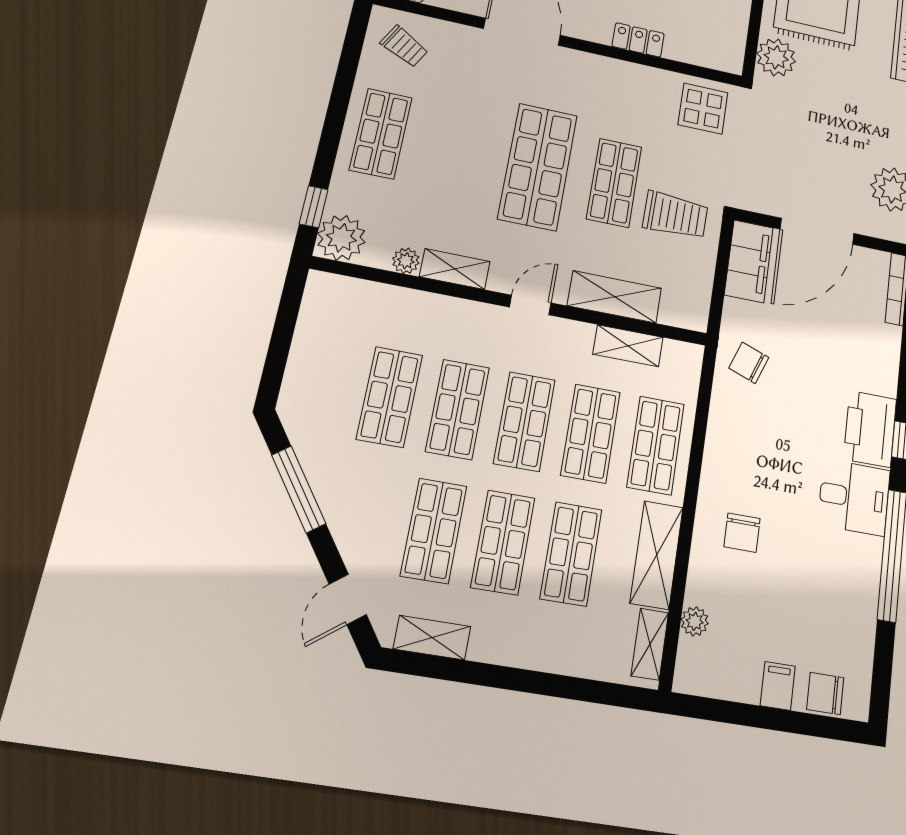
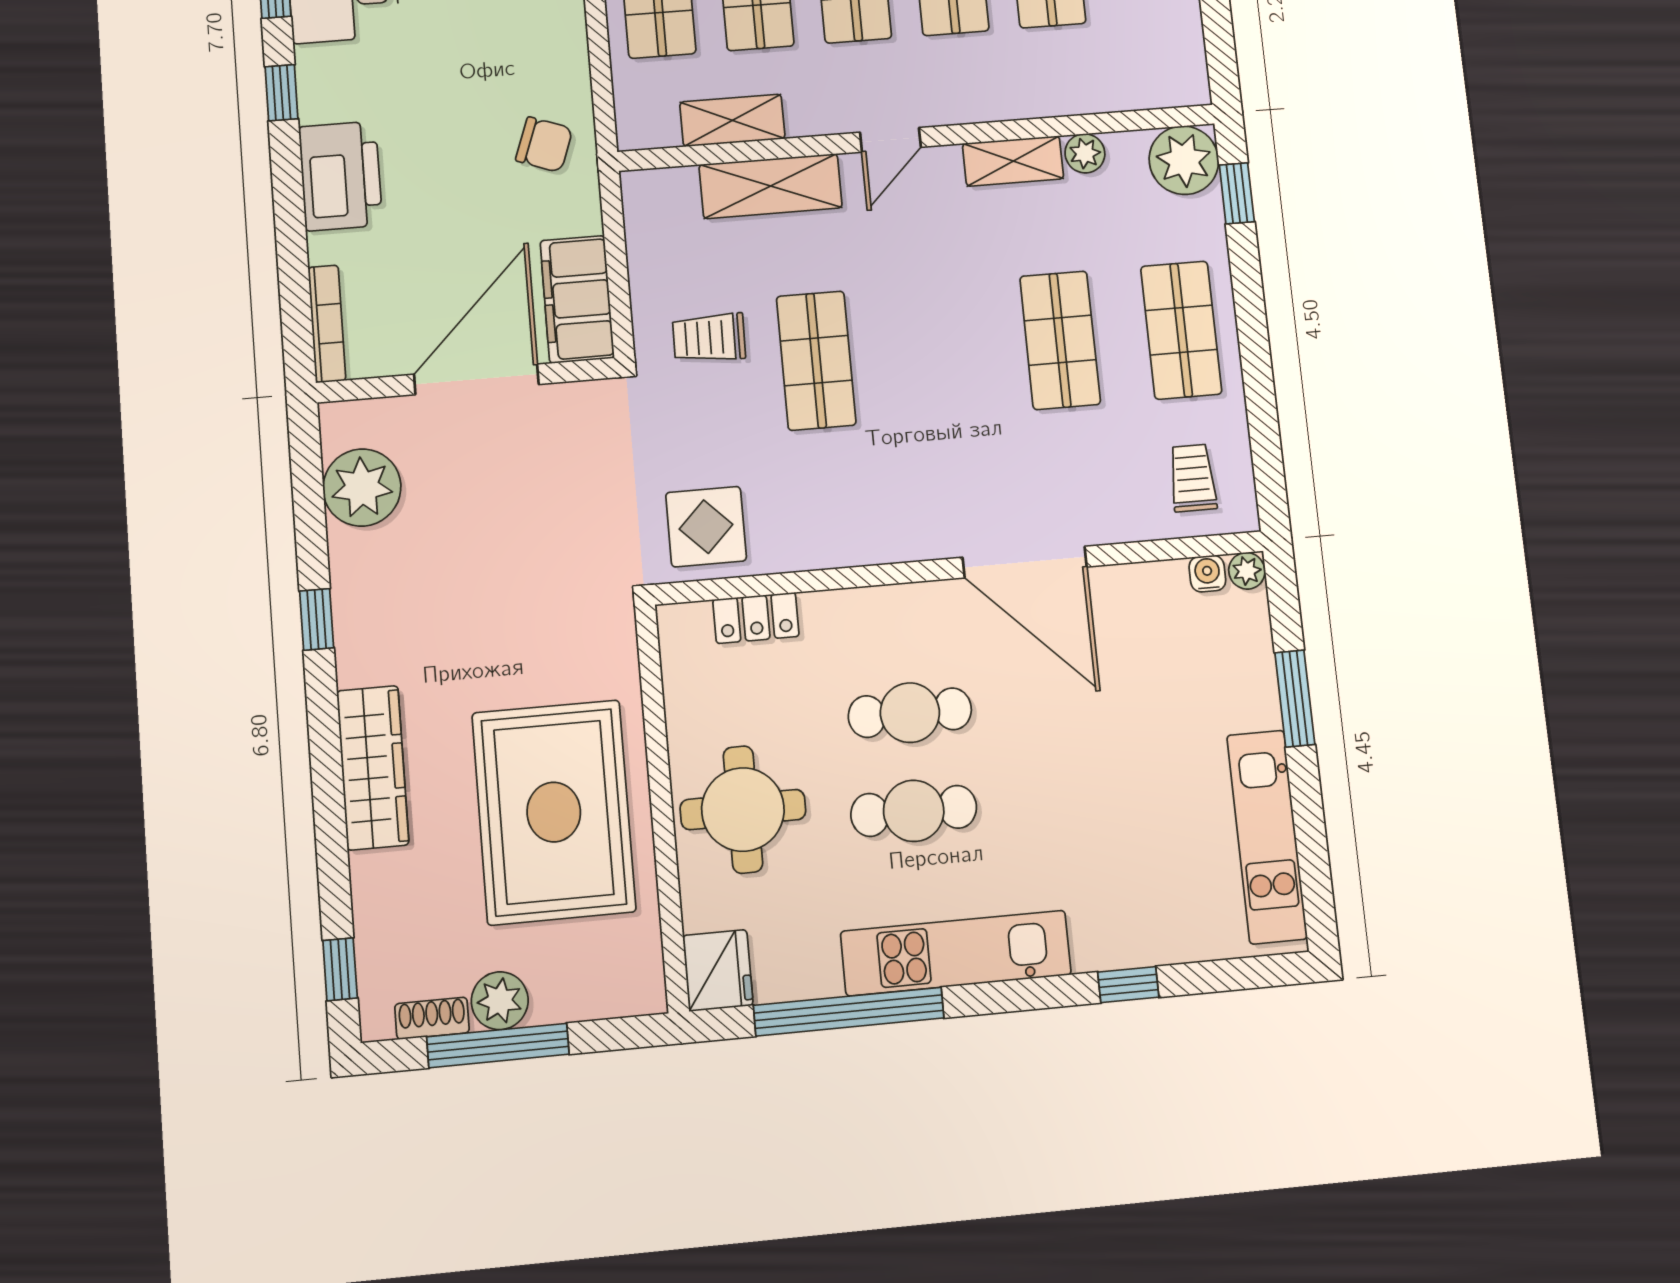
locker: (638, 40) -> (756, 618), moved
trolley: (404, 46) -> (1193, 478), turned 62
plant: (776, 57) -> (604, 657), removed
shop shelf: (538, 167) -> (1060, 340), moved, width x0.70, depth x0.74
trolley: (675, 215) -> (709, 338), width x0.73, depth x0.72
printer: (870, 429) -> (341, 176), moved

